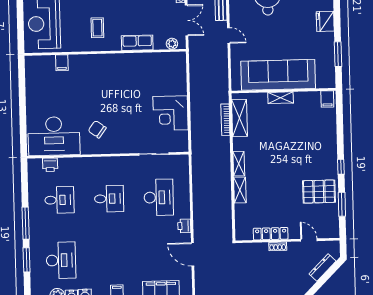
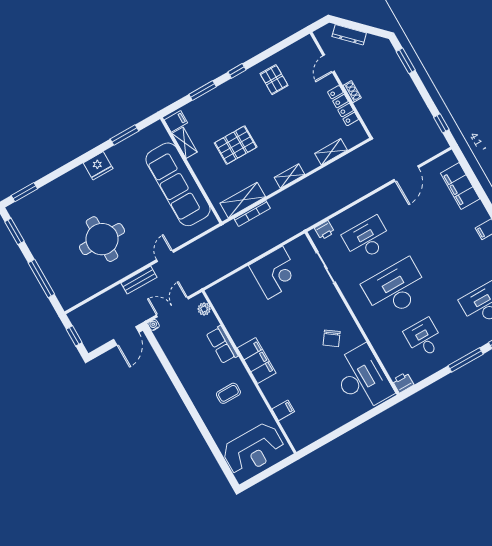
filing cabinet: (111, 63) -> (257, 360), added
shelving: (281, 98) -> (185, 143), moved
pallet: (285, 135) -> (236, 145), added
printer: (50, 165) -> (403, 382), moved, turned -90
shelving: (240, 190) -> (331, 152), moved
pallet: (319, 192) -> (274, 80), width x0.67, depth x0.71
desk: (109, 199) -> (395, 289), width x1.87, depth x1.30
window: (342, 204) -> (203, 90), moved
printer: (184, 226) -> (324, 230), moved

